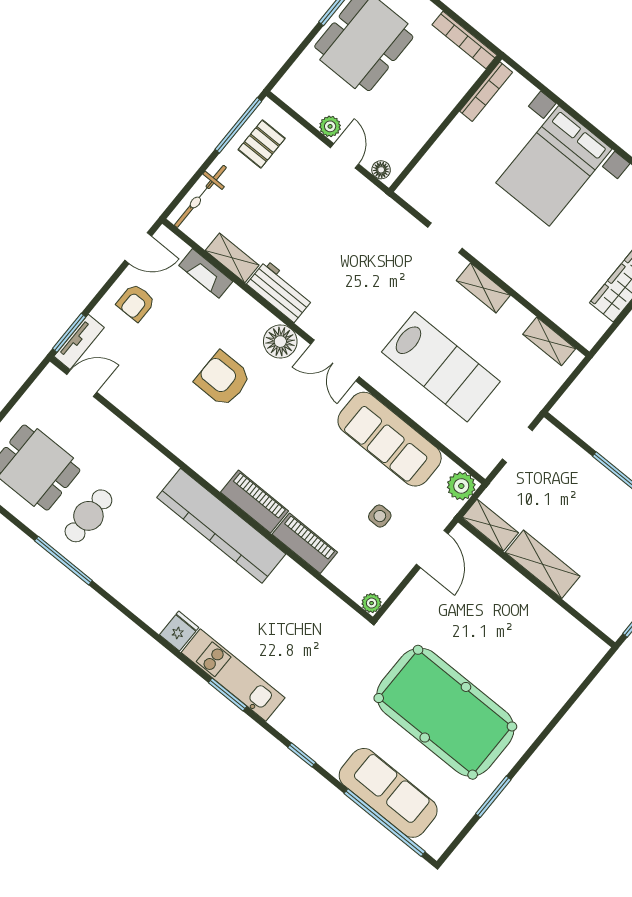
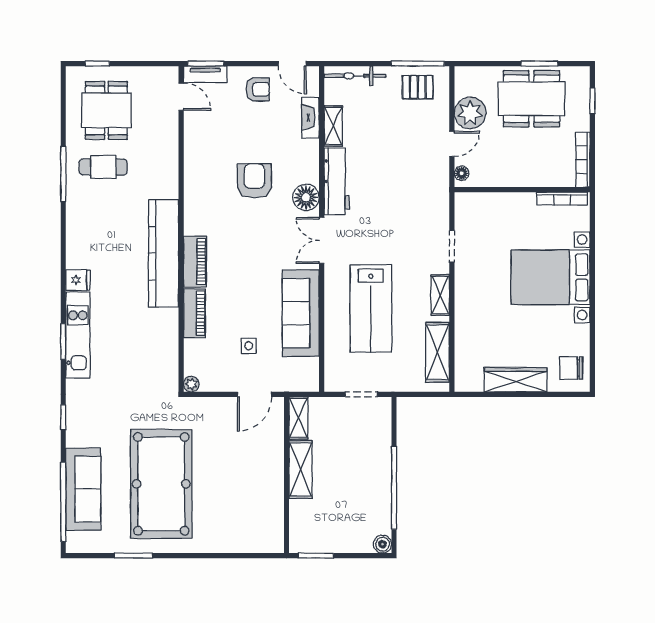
plant: (330, 126) -> (470, 113), width x1.88, depth x1.88
workbench: (280, 291) -> (337, 181), width x1.38
armchair: (136, 303) -> (258, 89), turned 180
shelving: (549, 341) -> (438, 352), width x1.50, depth x1.33
plant: (461, 486) -> (308, 381), removed

